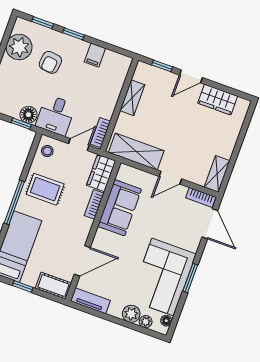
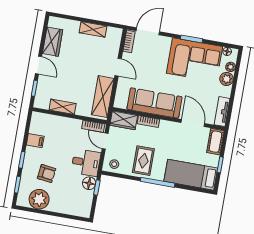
shelving: (217, 174) -> (93, 29), moved
sofa: (120, 208) -> (154, 103), width x1.36

